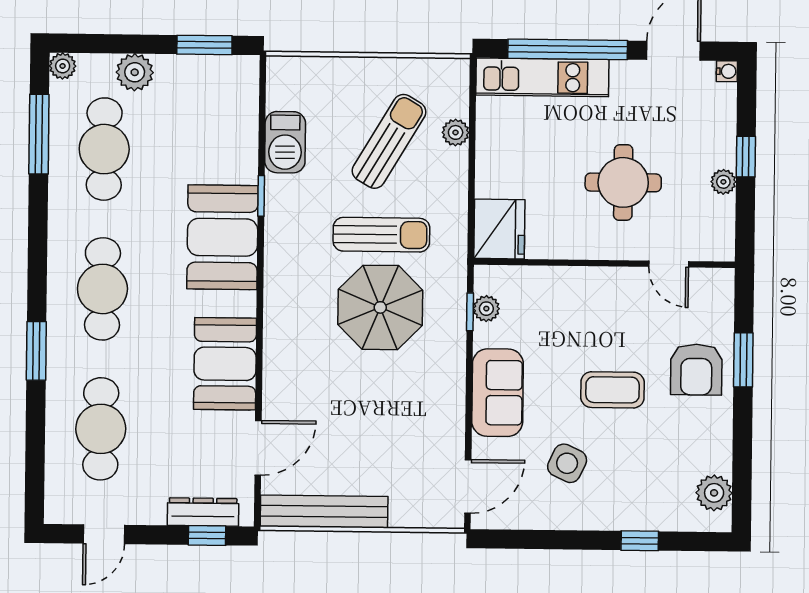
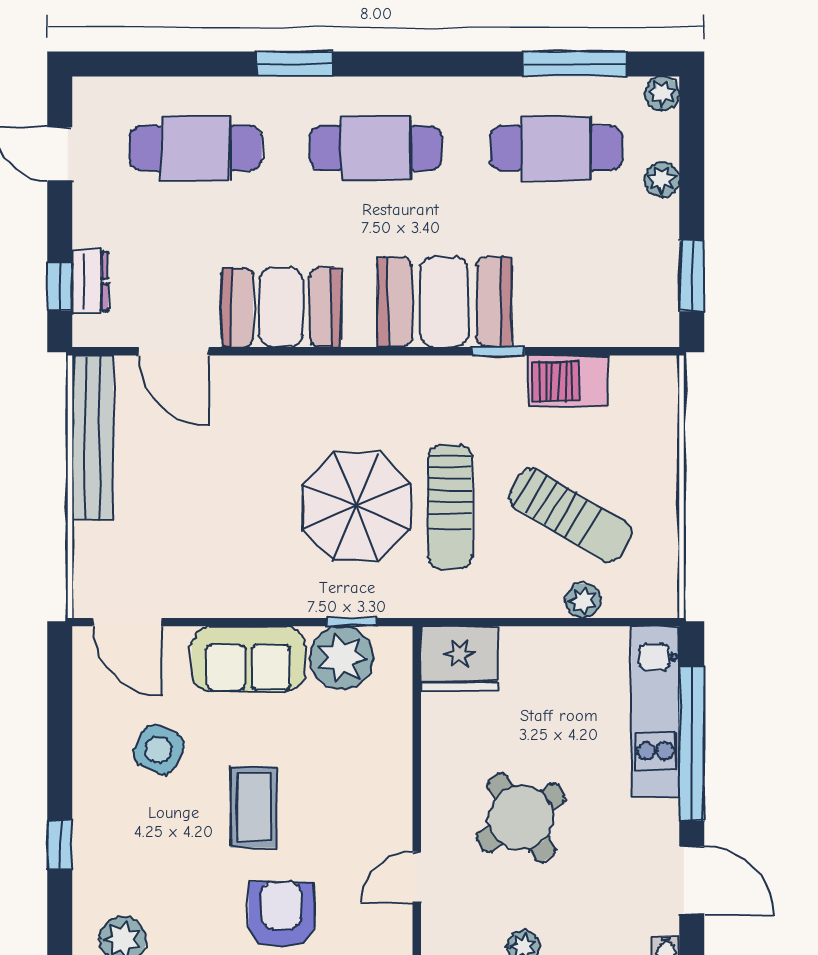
plant: (135, 72) -> (662, 180), width x0.73, depth x0.73
round table: (623, 182) -> (521, 817), turned -34
plant: (486, 309) -> (342, 658), width x1.87, depth x1.87
armchair: (696, 370) -> (281, 915), turned 90
dresser: (203, 512) -> (90, 281), width x0.70

